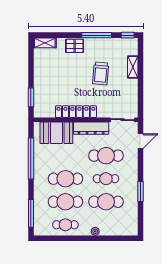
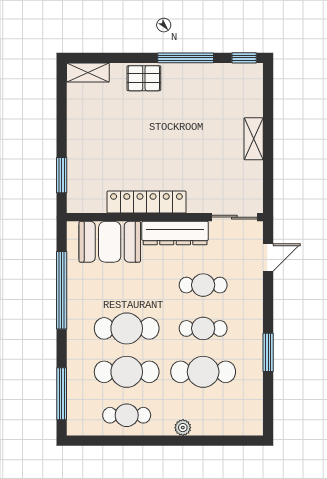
shelving: (133, 67) -> (254, 139), moved
trolley: (101, 73) -> (193, 130), removed
cafe table: (106, 156) -> (203, 285), width x0.73, depth x0.74

